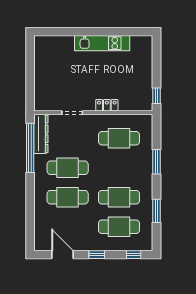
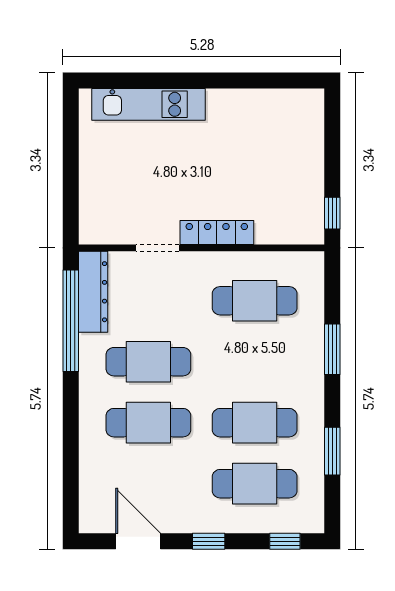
kitchen unit: (102, 43) -> (149, 104), moved
locker: (107, 105) -> (217, 233), width x1.53

